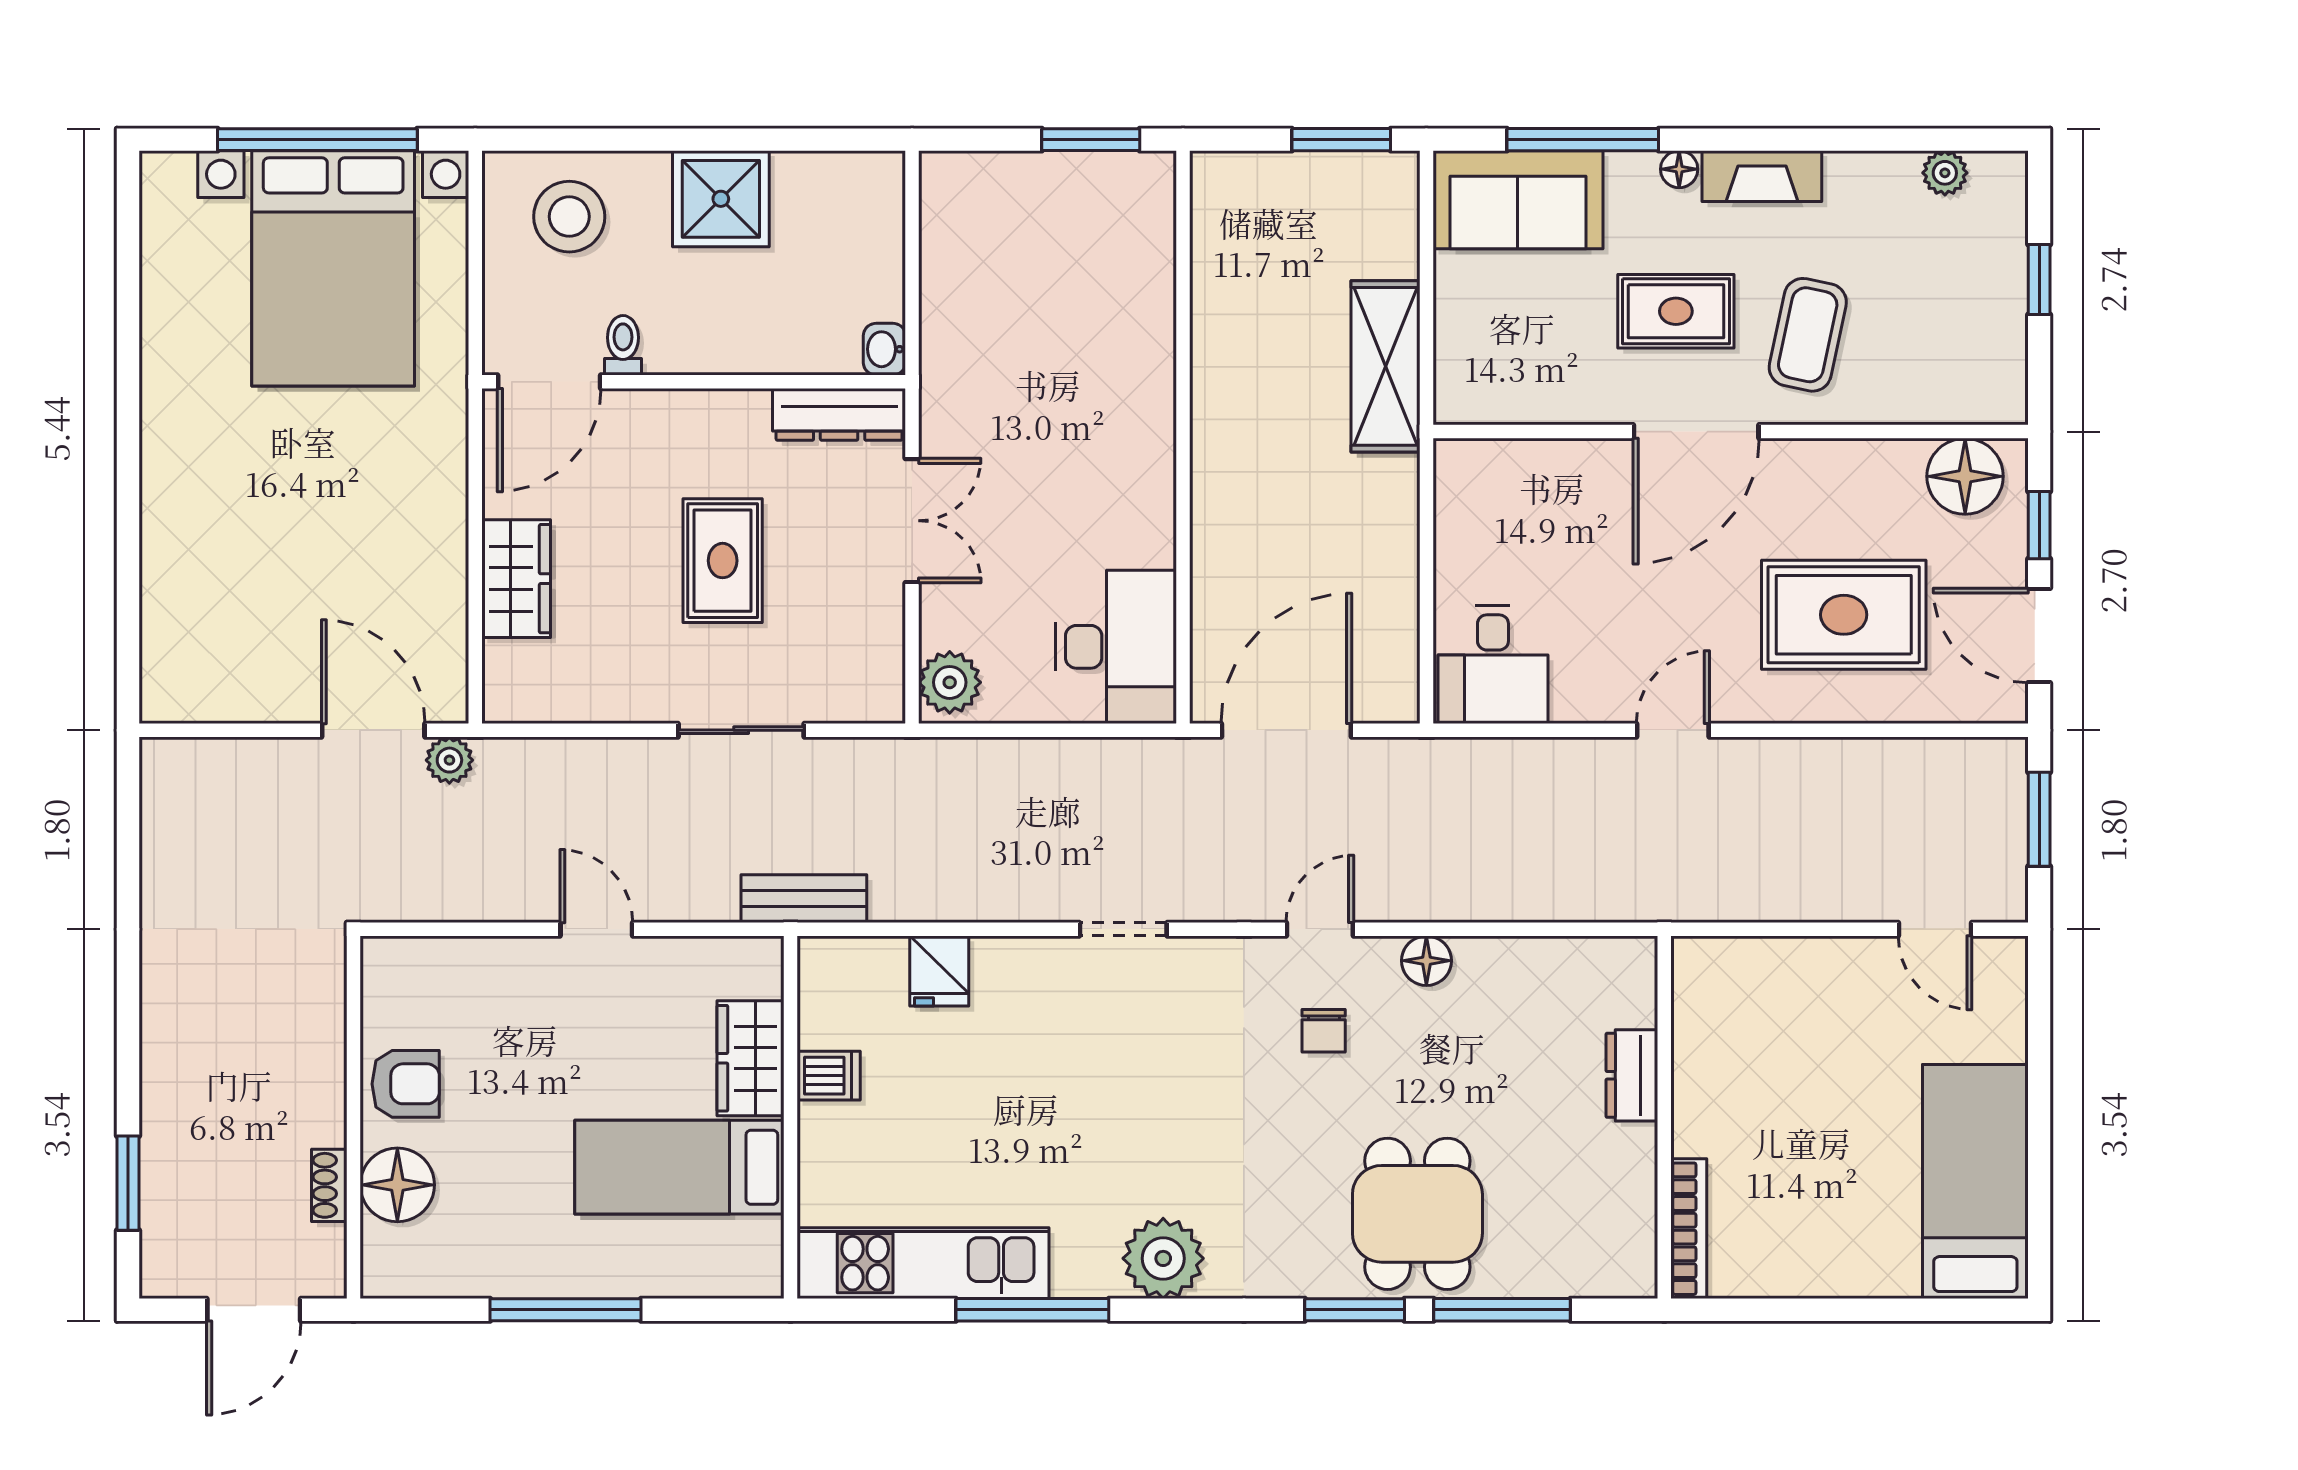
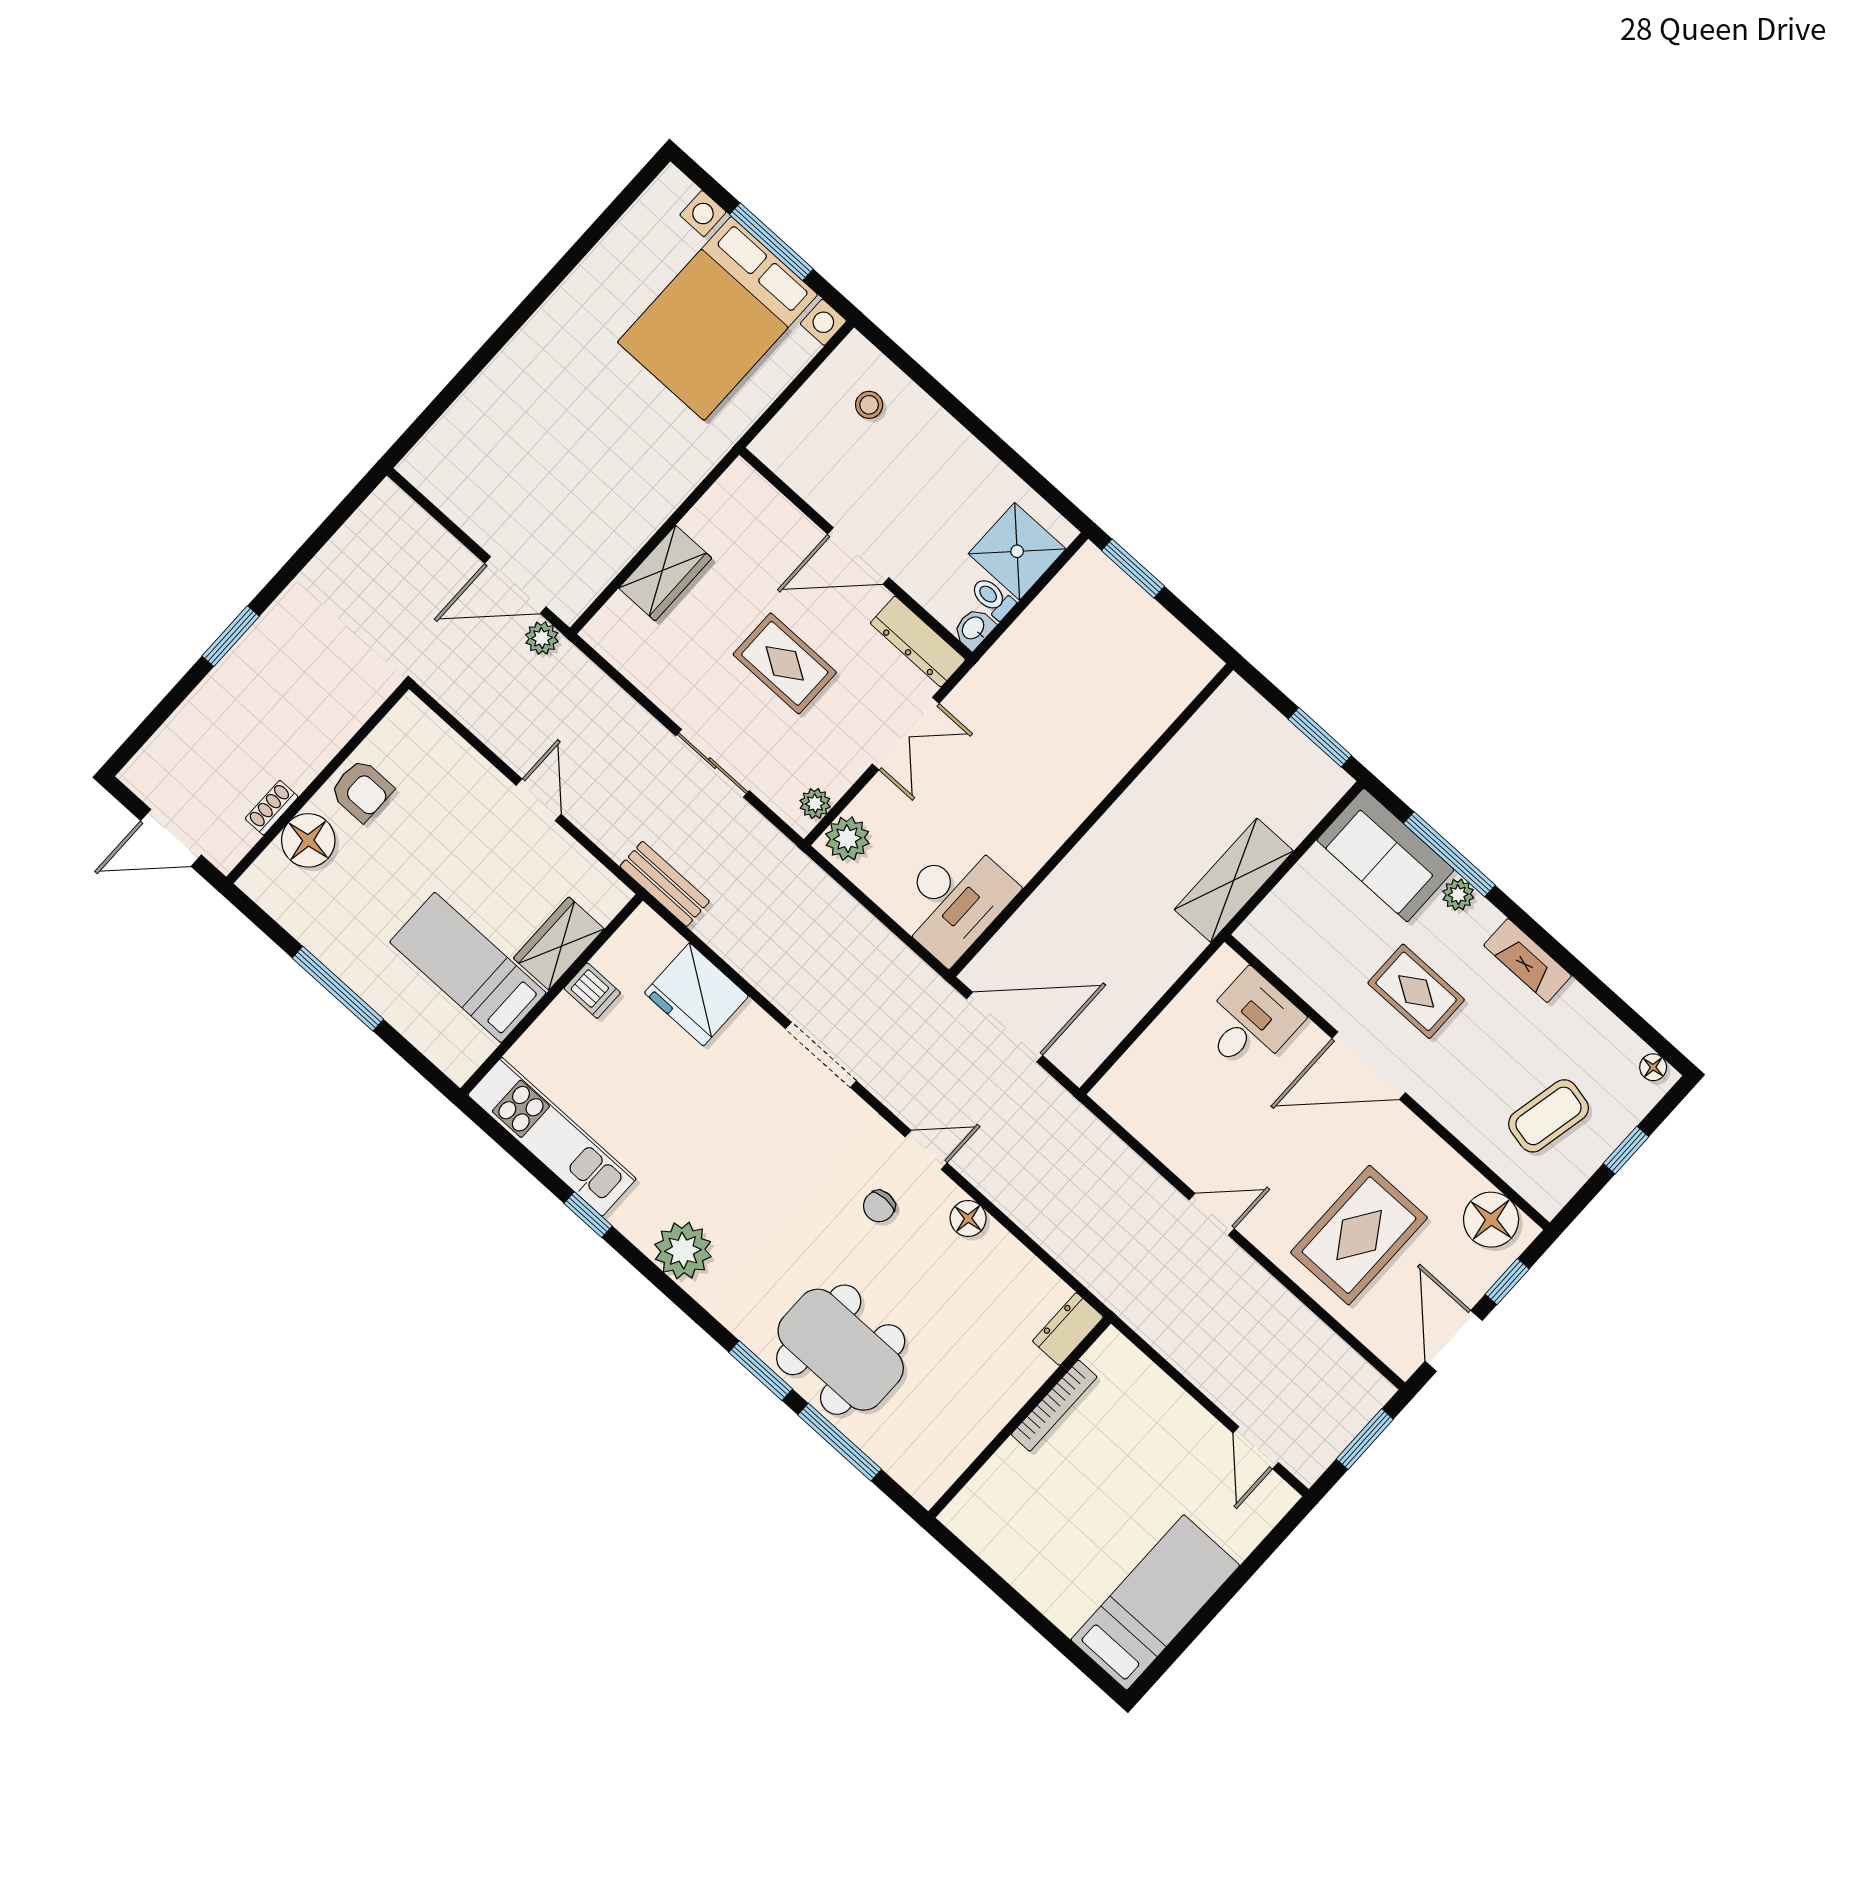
window: (317, 140) -> (771, 242), width x0.68
window: (1091, 140) -> (1133, 568), moved
floor lamp: (1679, 169) -> (1653, 1067), moved
plant: (1945, 173) -> (1458, 895), moved
shower: (721, 199) -> (1017, 551), moved
stool: (569, 217) -> (869, 405), width x0.53, depth x0.53
coffee table: (1808, 335) -> (1548, 1116), moved
toilet: (623, 345) -> (993, 598), moved, turned -90
door: (549, 382) -> (858, 556), moved
rug: (723, 561) -> (785, 663), turned 90
rug: (1844, 615) -> (1359, 1235), turned 90
desk: (1493, 664) -> (1250, 1022), moved, turned 180
plant: (884, 676) -> (815, 804), added
door: (373, 730) -> (515, 585), swing flipped
doorway: (1123, 929) -> (821, 1055), width x1.38
fridge: (939, 971) -> (696, 994), width x1.88, depth x1.34
dresser: (1632, 1075) -> (1068, 1329), moved
window: (128, 1183) -> (231, 636), moved
dining table: (1417, 1214) -> (841, 1350), width x1.37
bookcase: (1689, 1229) -> (1054, 1406), moved
window: (1032, 1310) -> (588, 1215), width x0.46

